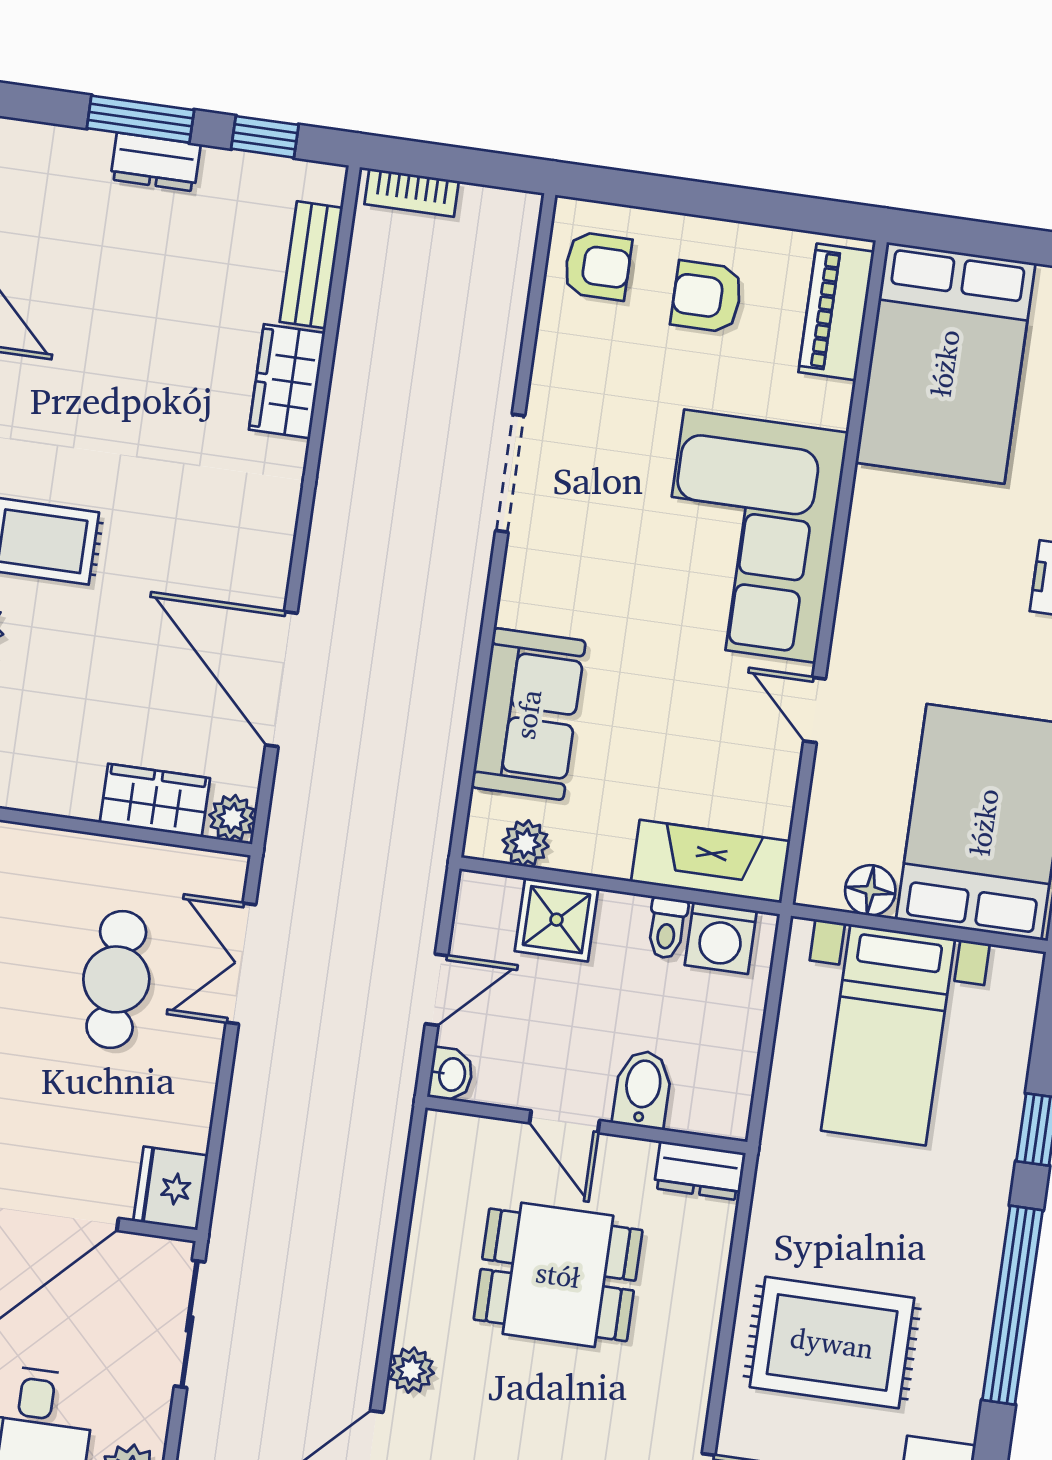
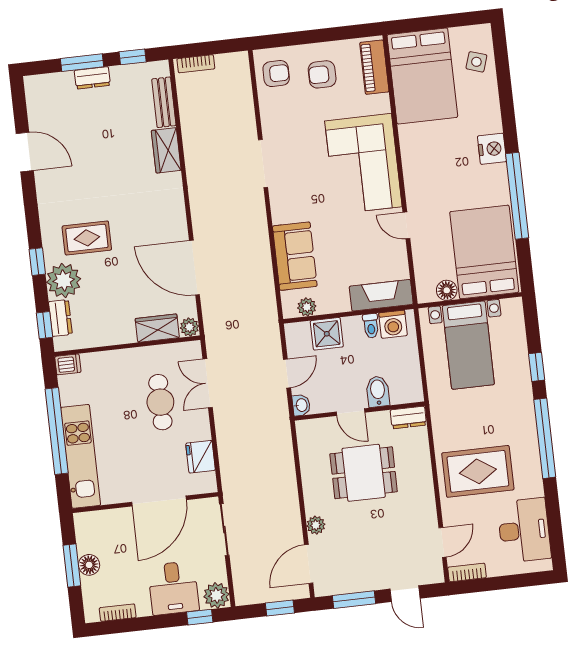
fridge: (171, 1188) -> (201, 457), moved

